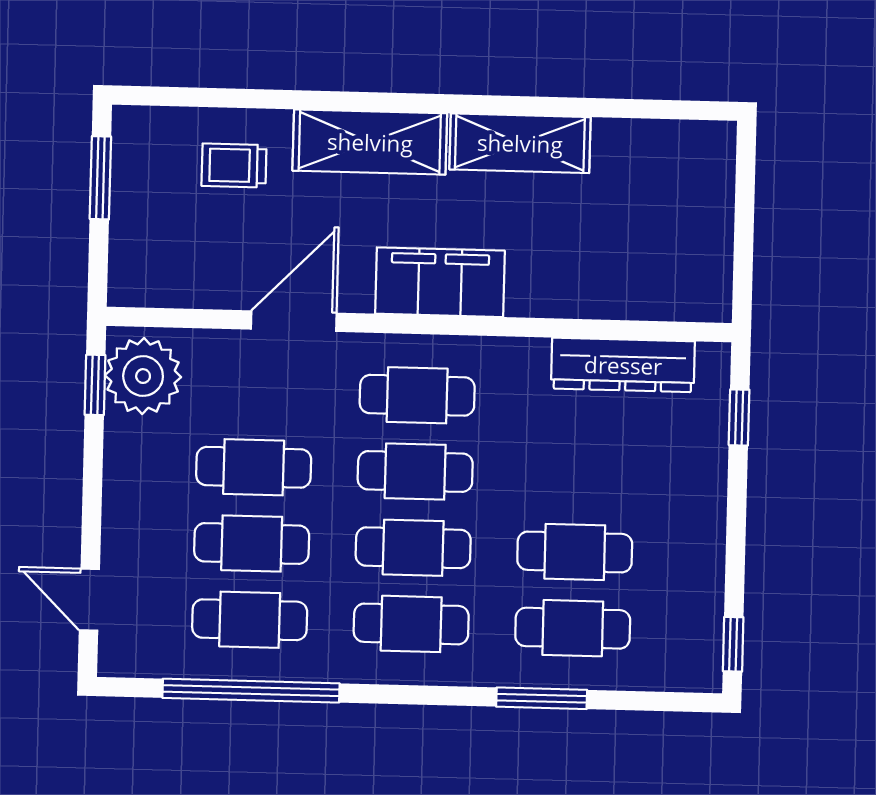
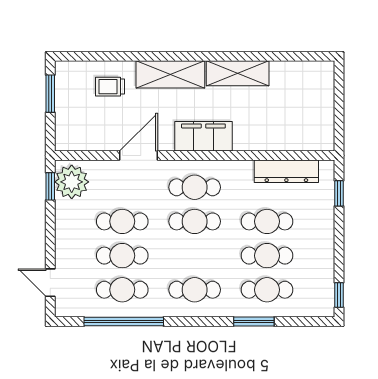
cafe table: (413, 548) -> (267, 221), moved

